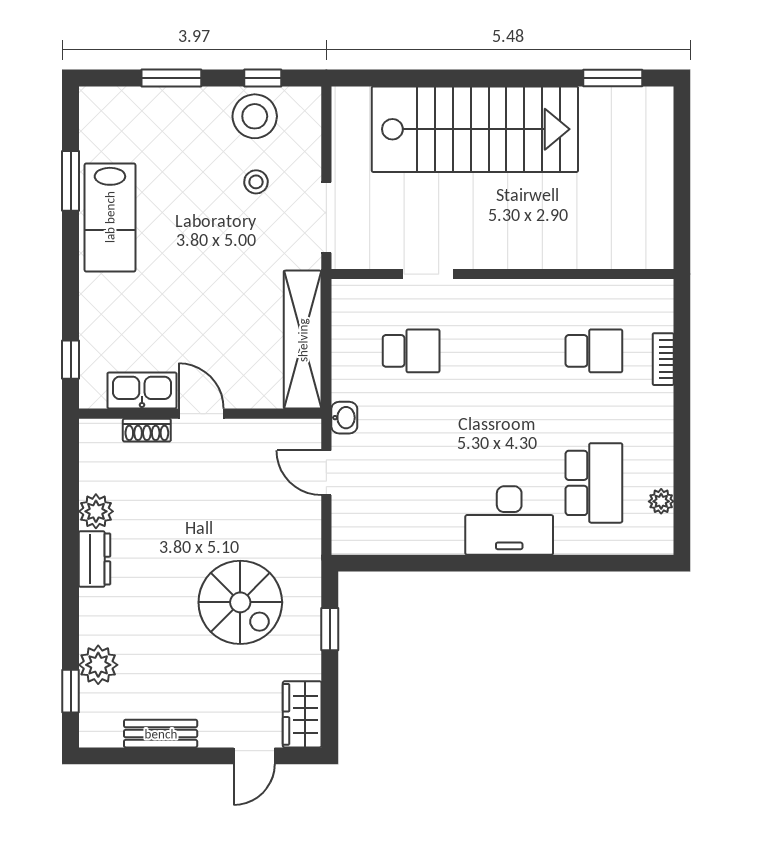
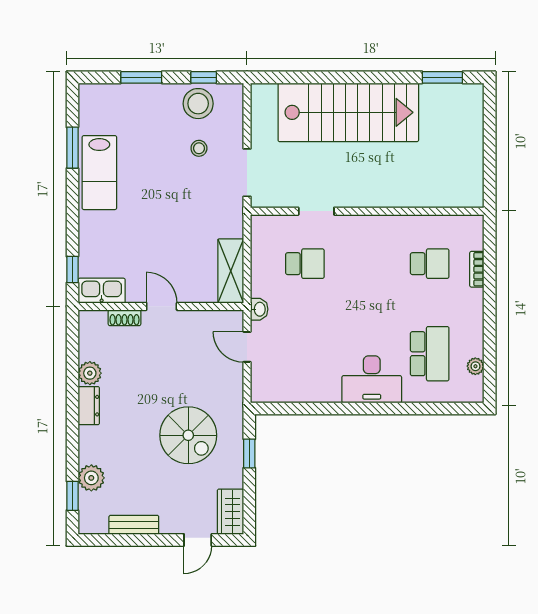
shelving: (303, 340) -> (231, 271), width x0.68
kitchen sink: (142, 390) -> (102, 291), moved

